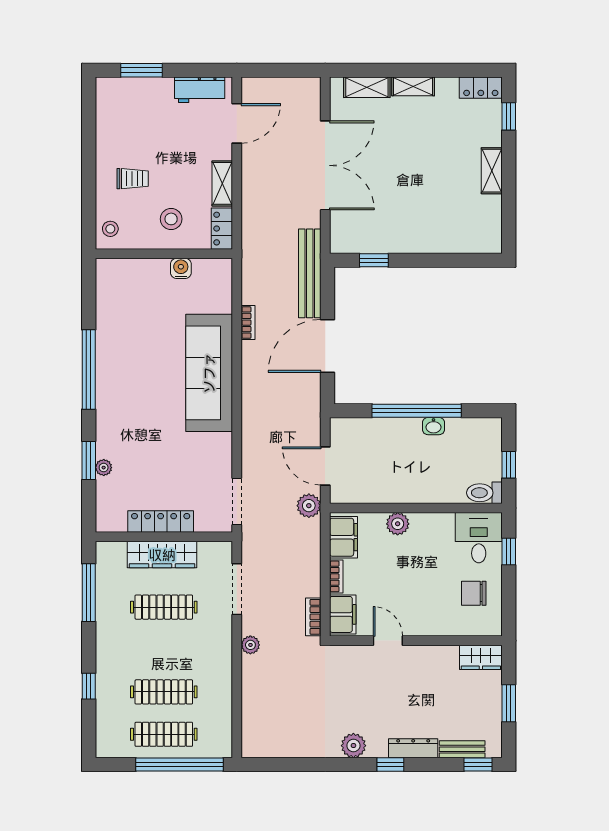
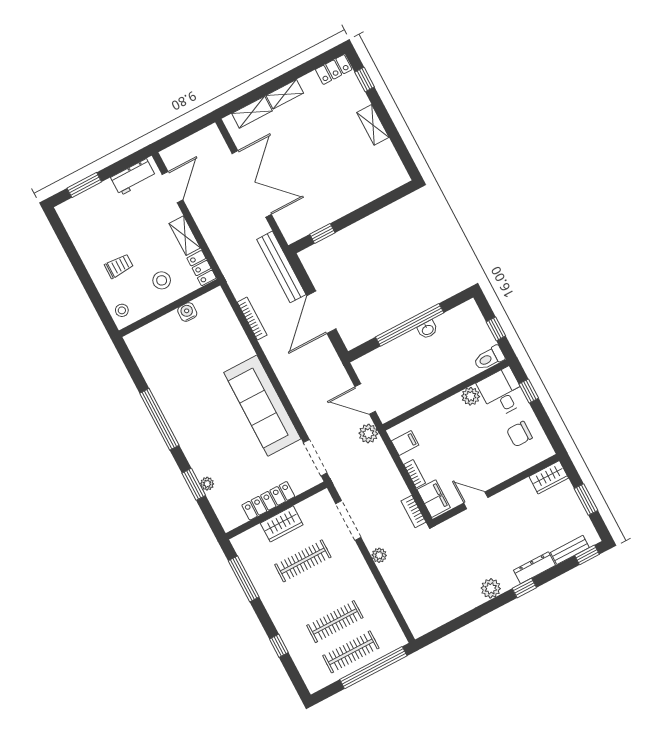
bookcase: (248, 323) -> (252, 319), width x1.56
sofa: (209, 373) -> (262, 406), moved
plant: (398, 524) -> (471, 396), moved
filing cabinet: (344, 537) -> (405, 443), width x0.50
wardrobe: (162, 555) -> (282, 524), width x0.67

